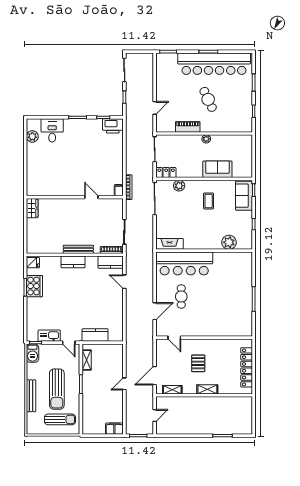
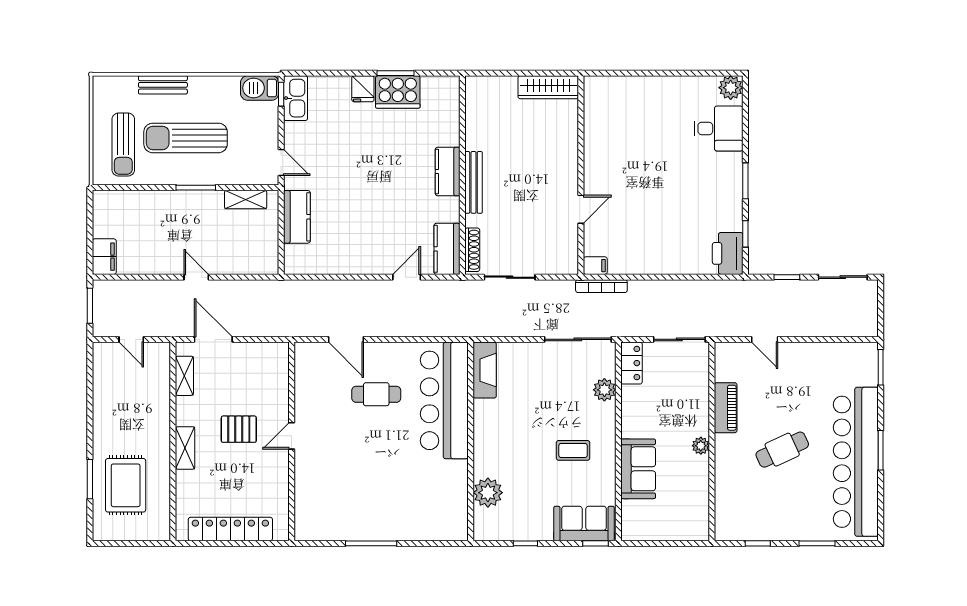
plant: (32, 136) -> (731, 88), moved
wardrobe: (32, 208) -> (548, 87), width x1.50
fridge: (33, 263) -> (363, 89), moved
kitchen sink: (49, 336) -> (296, 98), moved
door: (174, 338) -> (292, 436), moved
door: (69, 343) -> (281, 162), swing flipped
bench: (31, 396) -> (163, 85), width x0.73
rug: (225, 418) -> (126, 485), added

